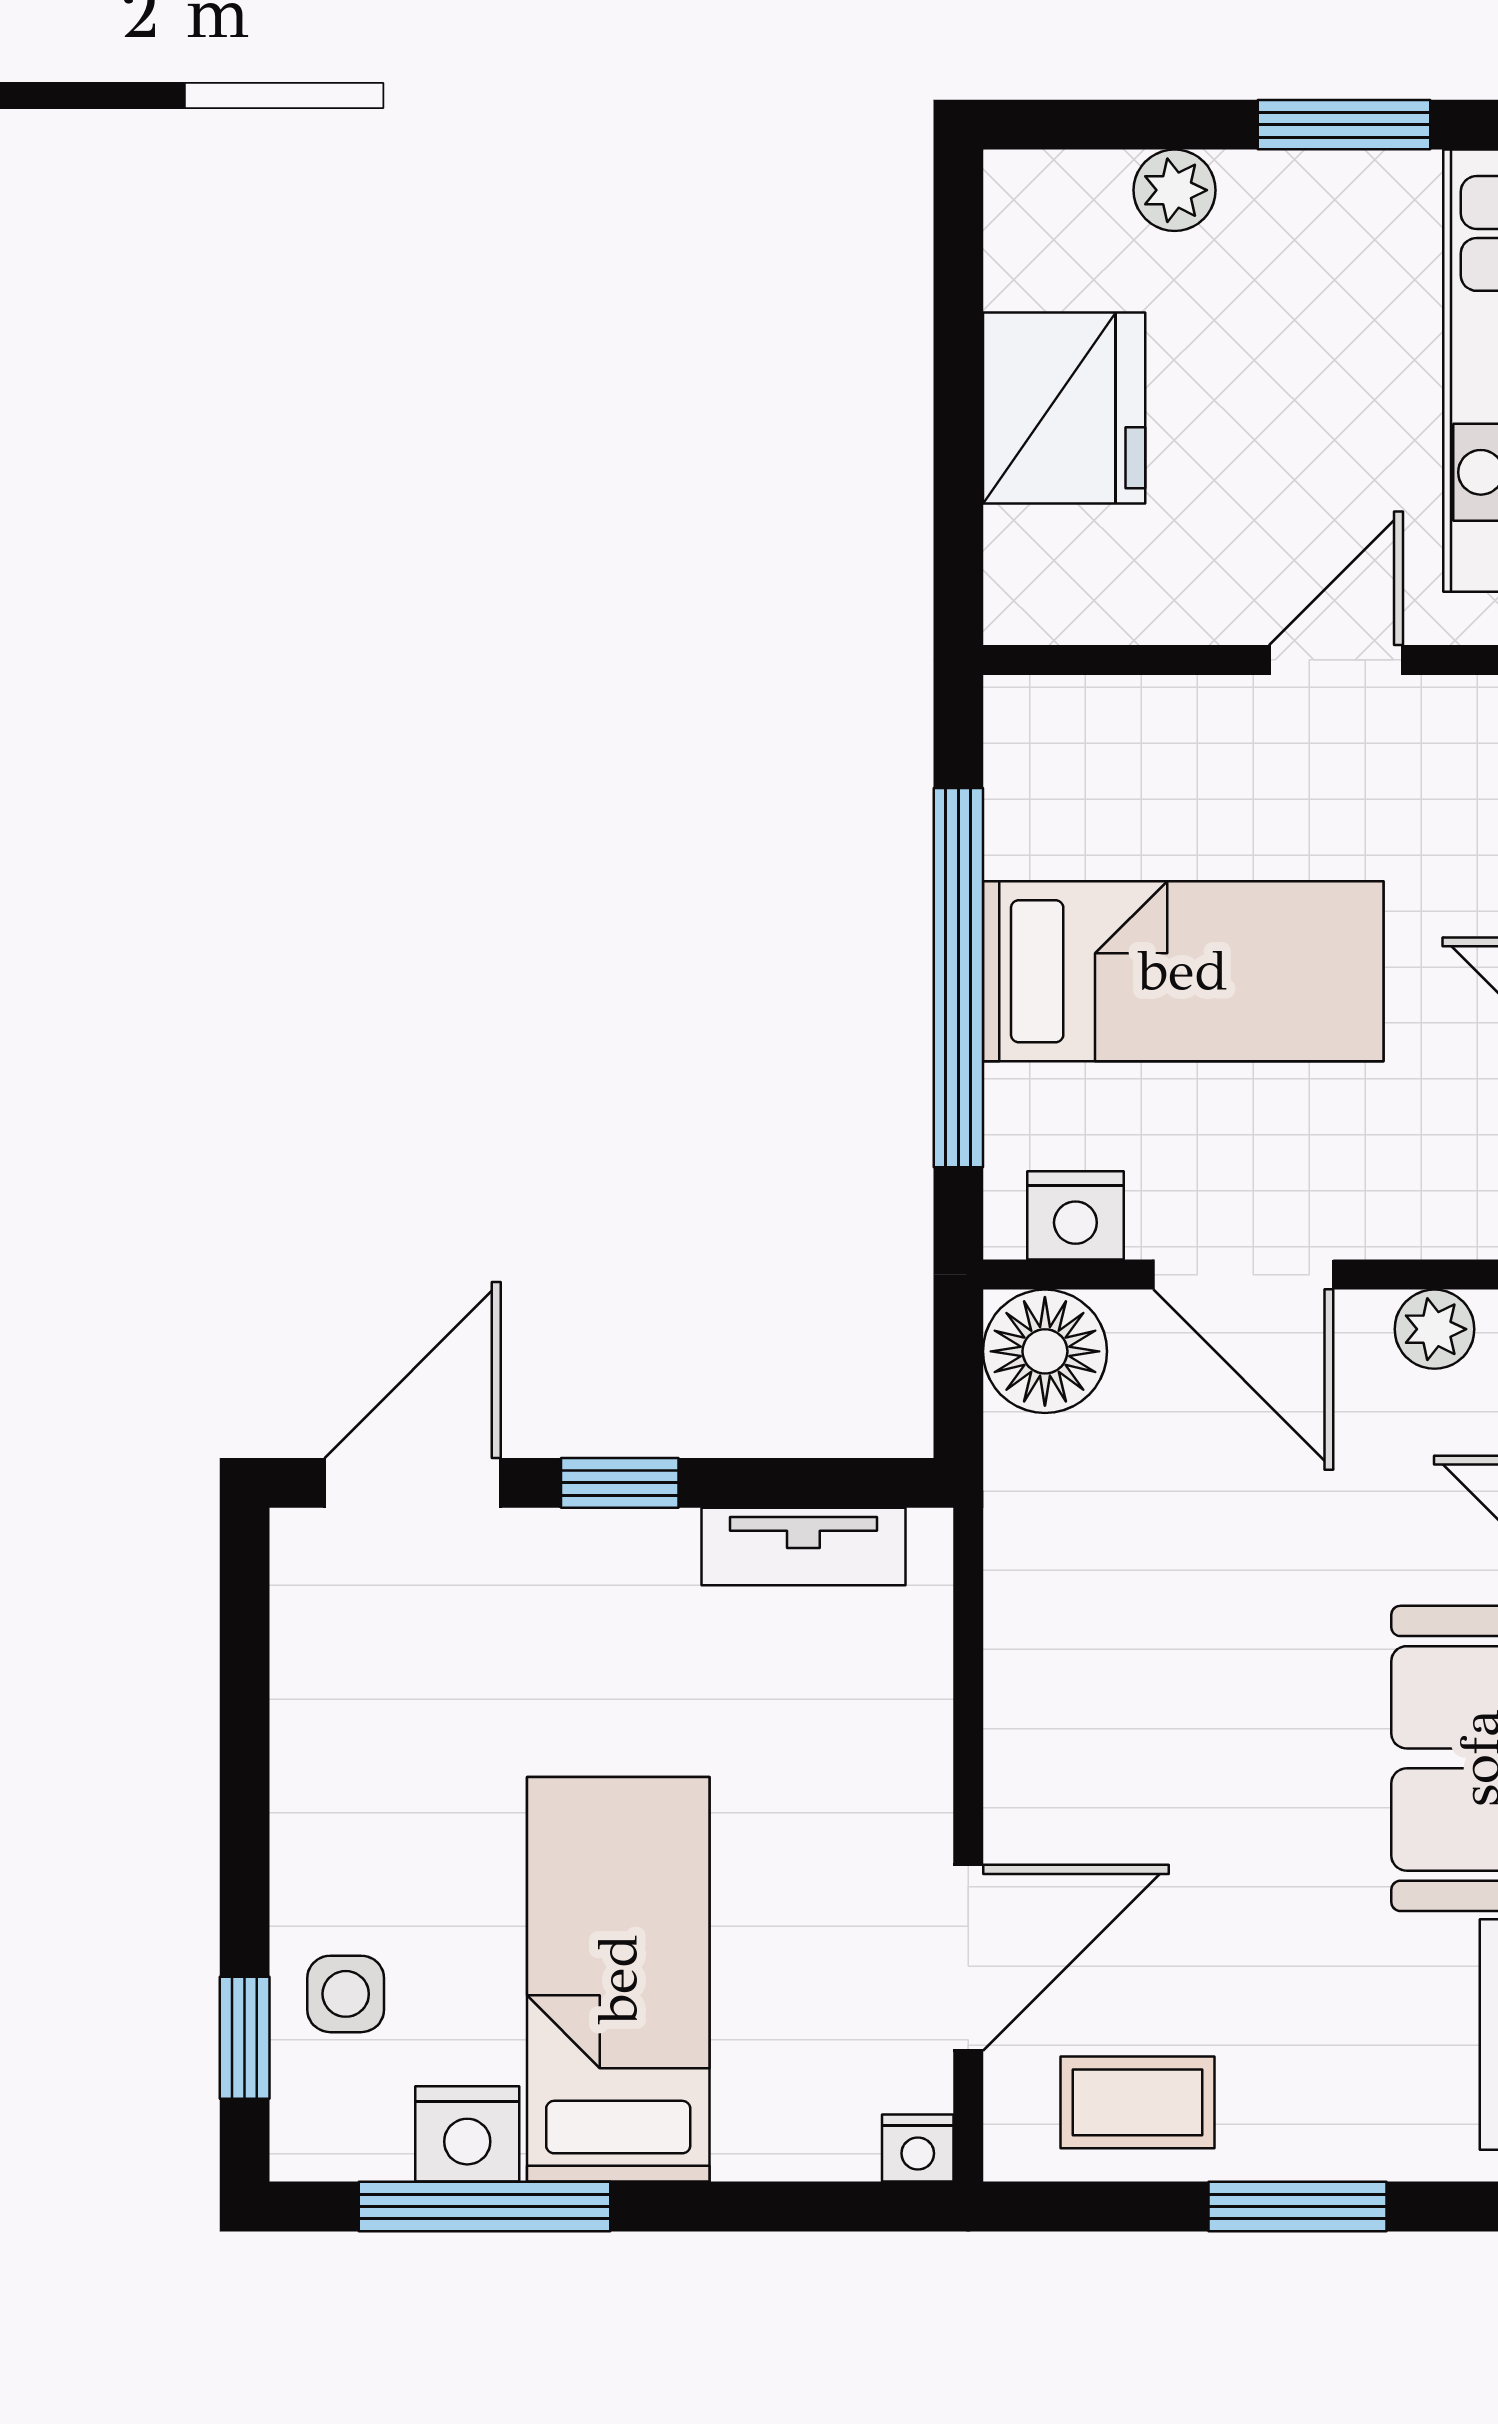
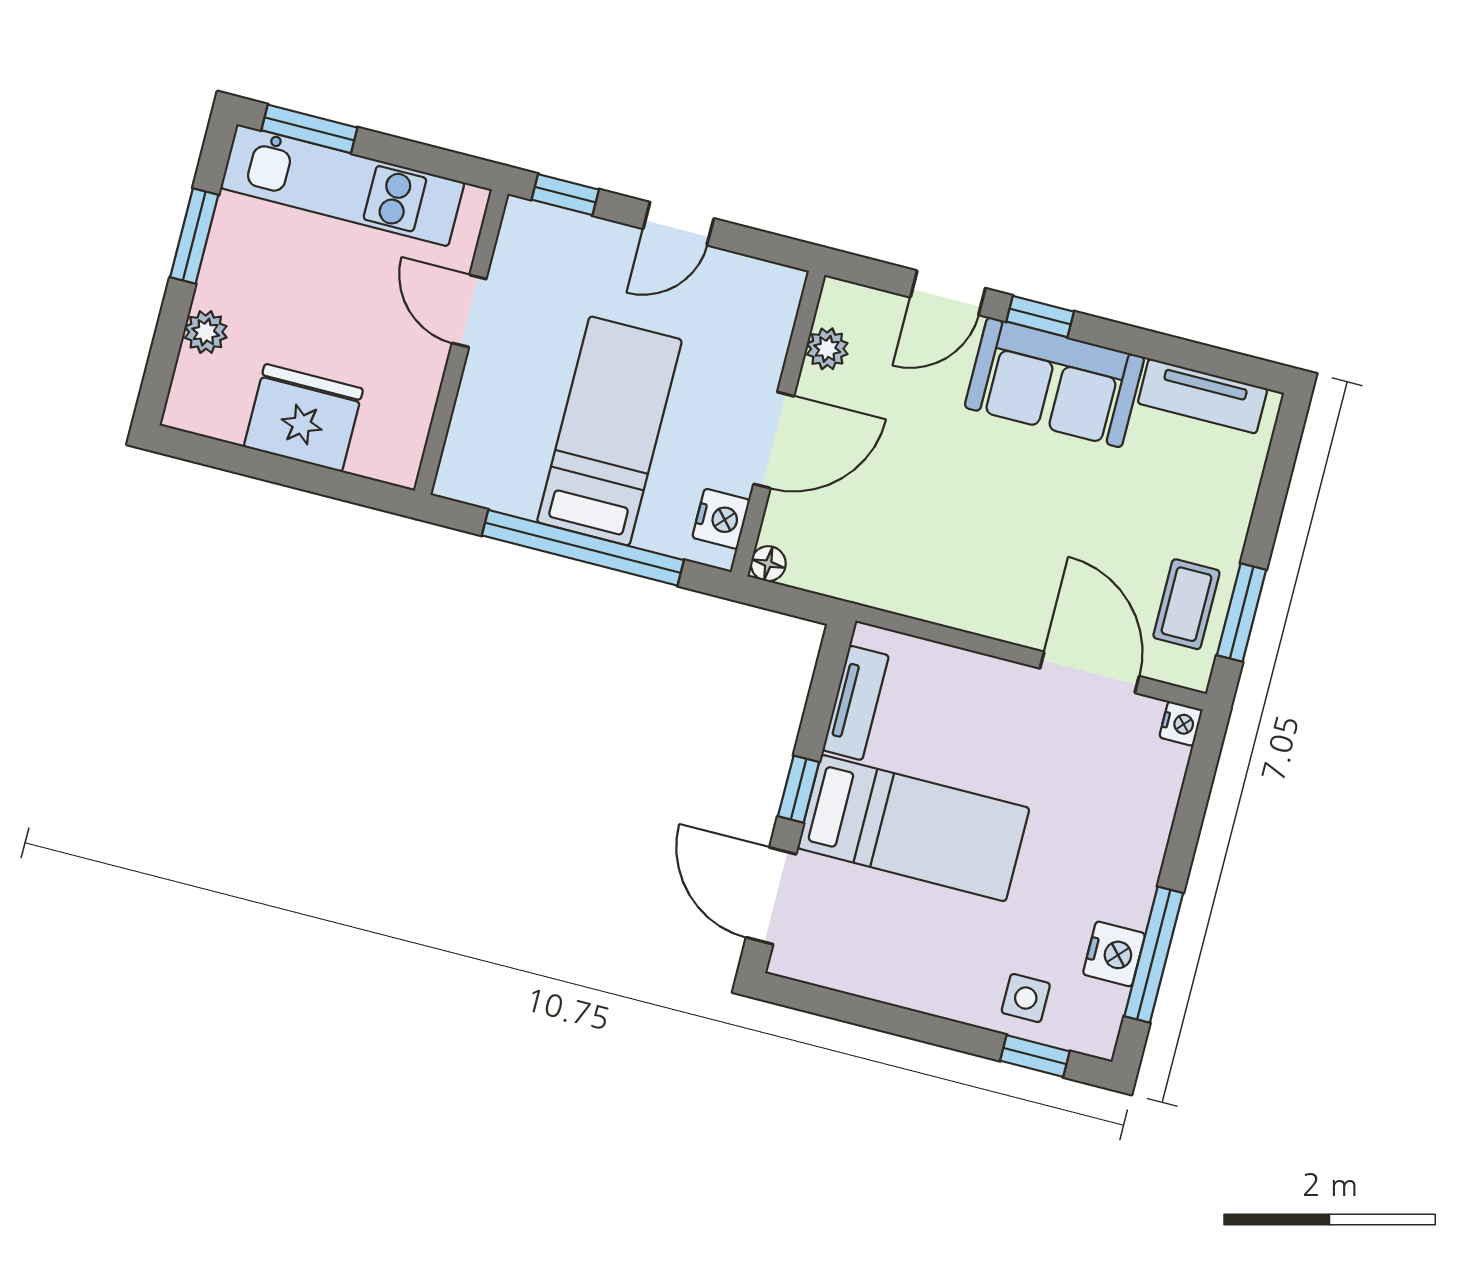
floor lamp: (1045, 1351) -> (768, 564), width x0.53, depth x0.53
bed: (618, 1979) -> (913, 828), moved, turned 180
window: (1297, 2207) -> (1242, 612), moved

